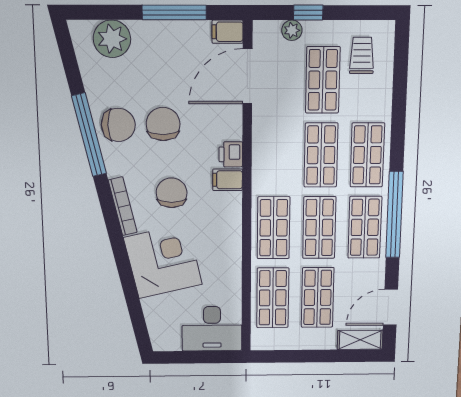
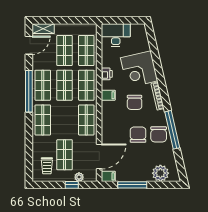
chair: (163, 124) -> (138, 135), turned 180
chair: (118, 125) -> (159, 134), turned -90
printer: (231, 154) -> (107, 74), moved
shop shelf: (321, 155) -> (86, 120), moved
filing cabinet: (228, 180) -> (108, 95), moved

